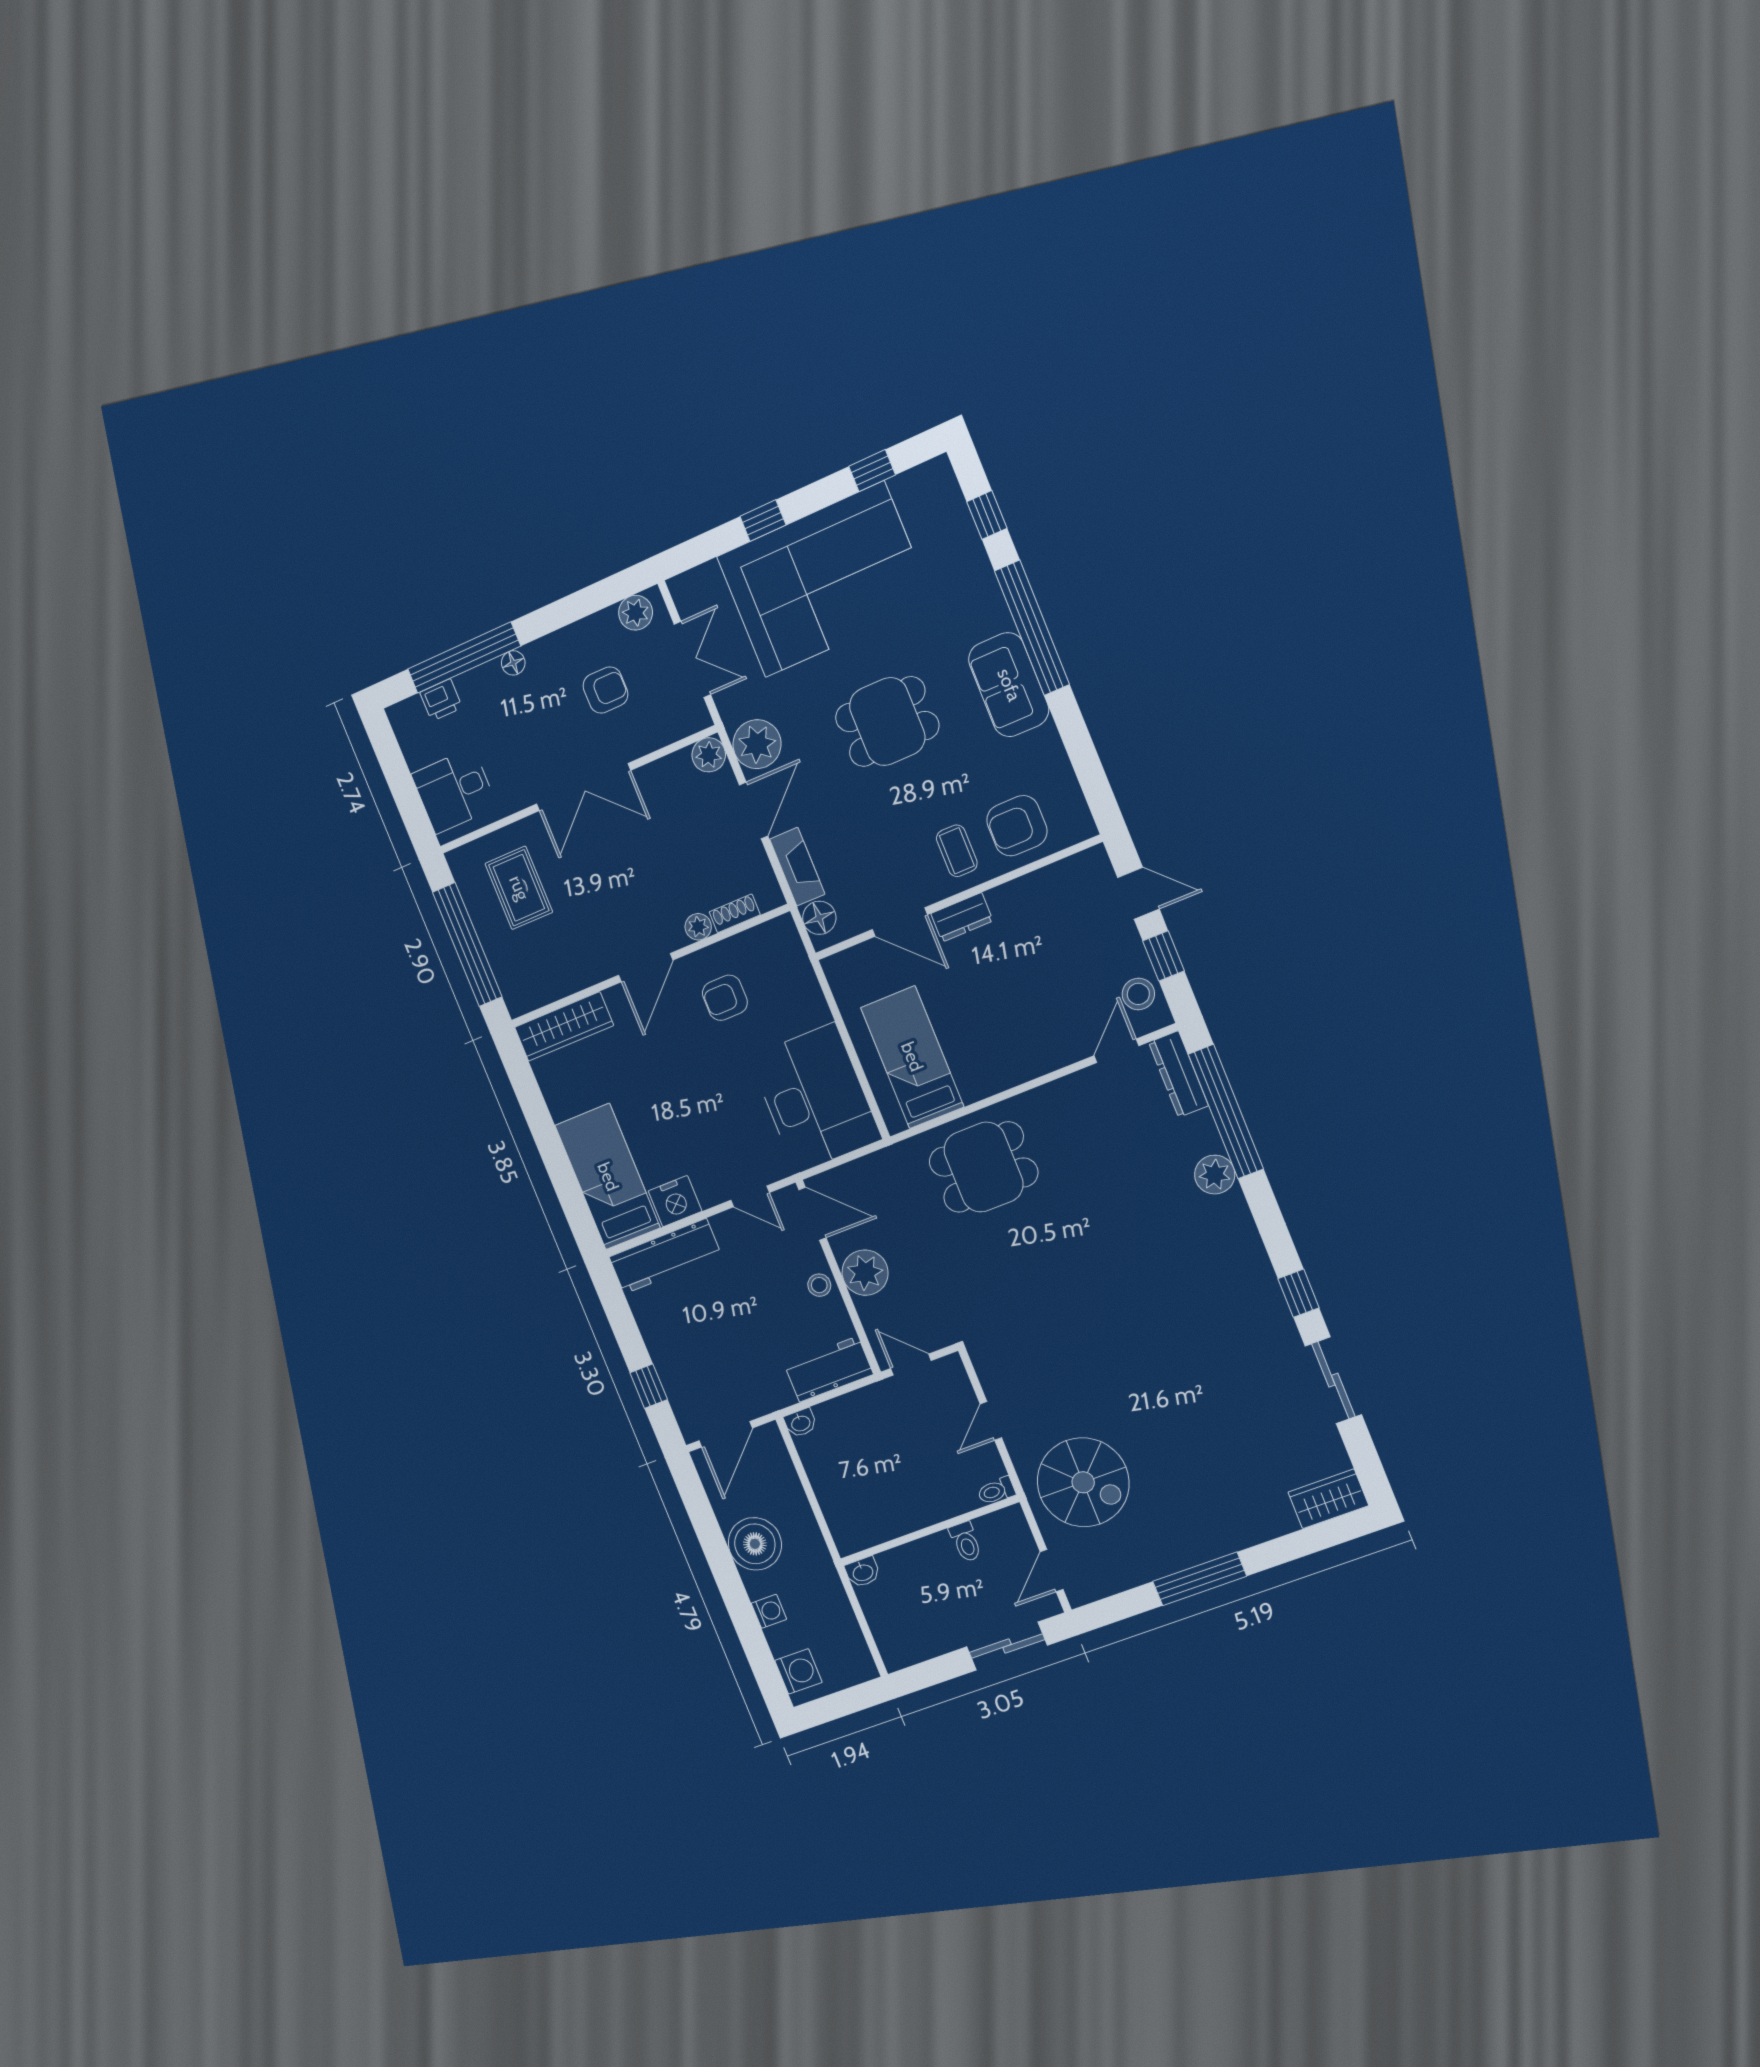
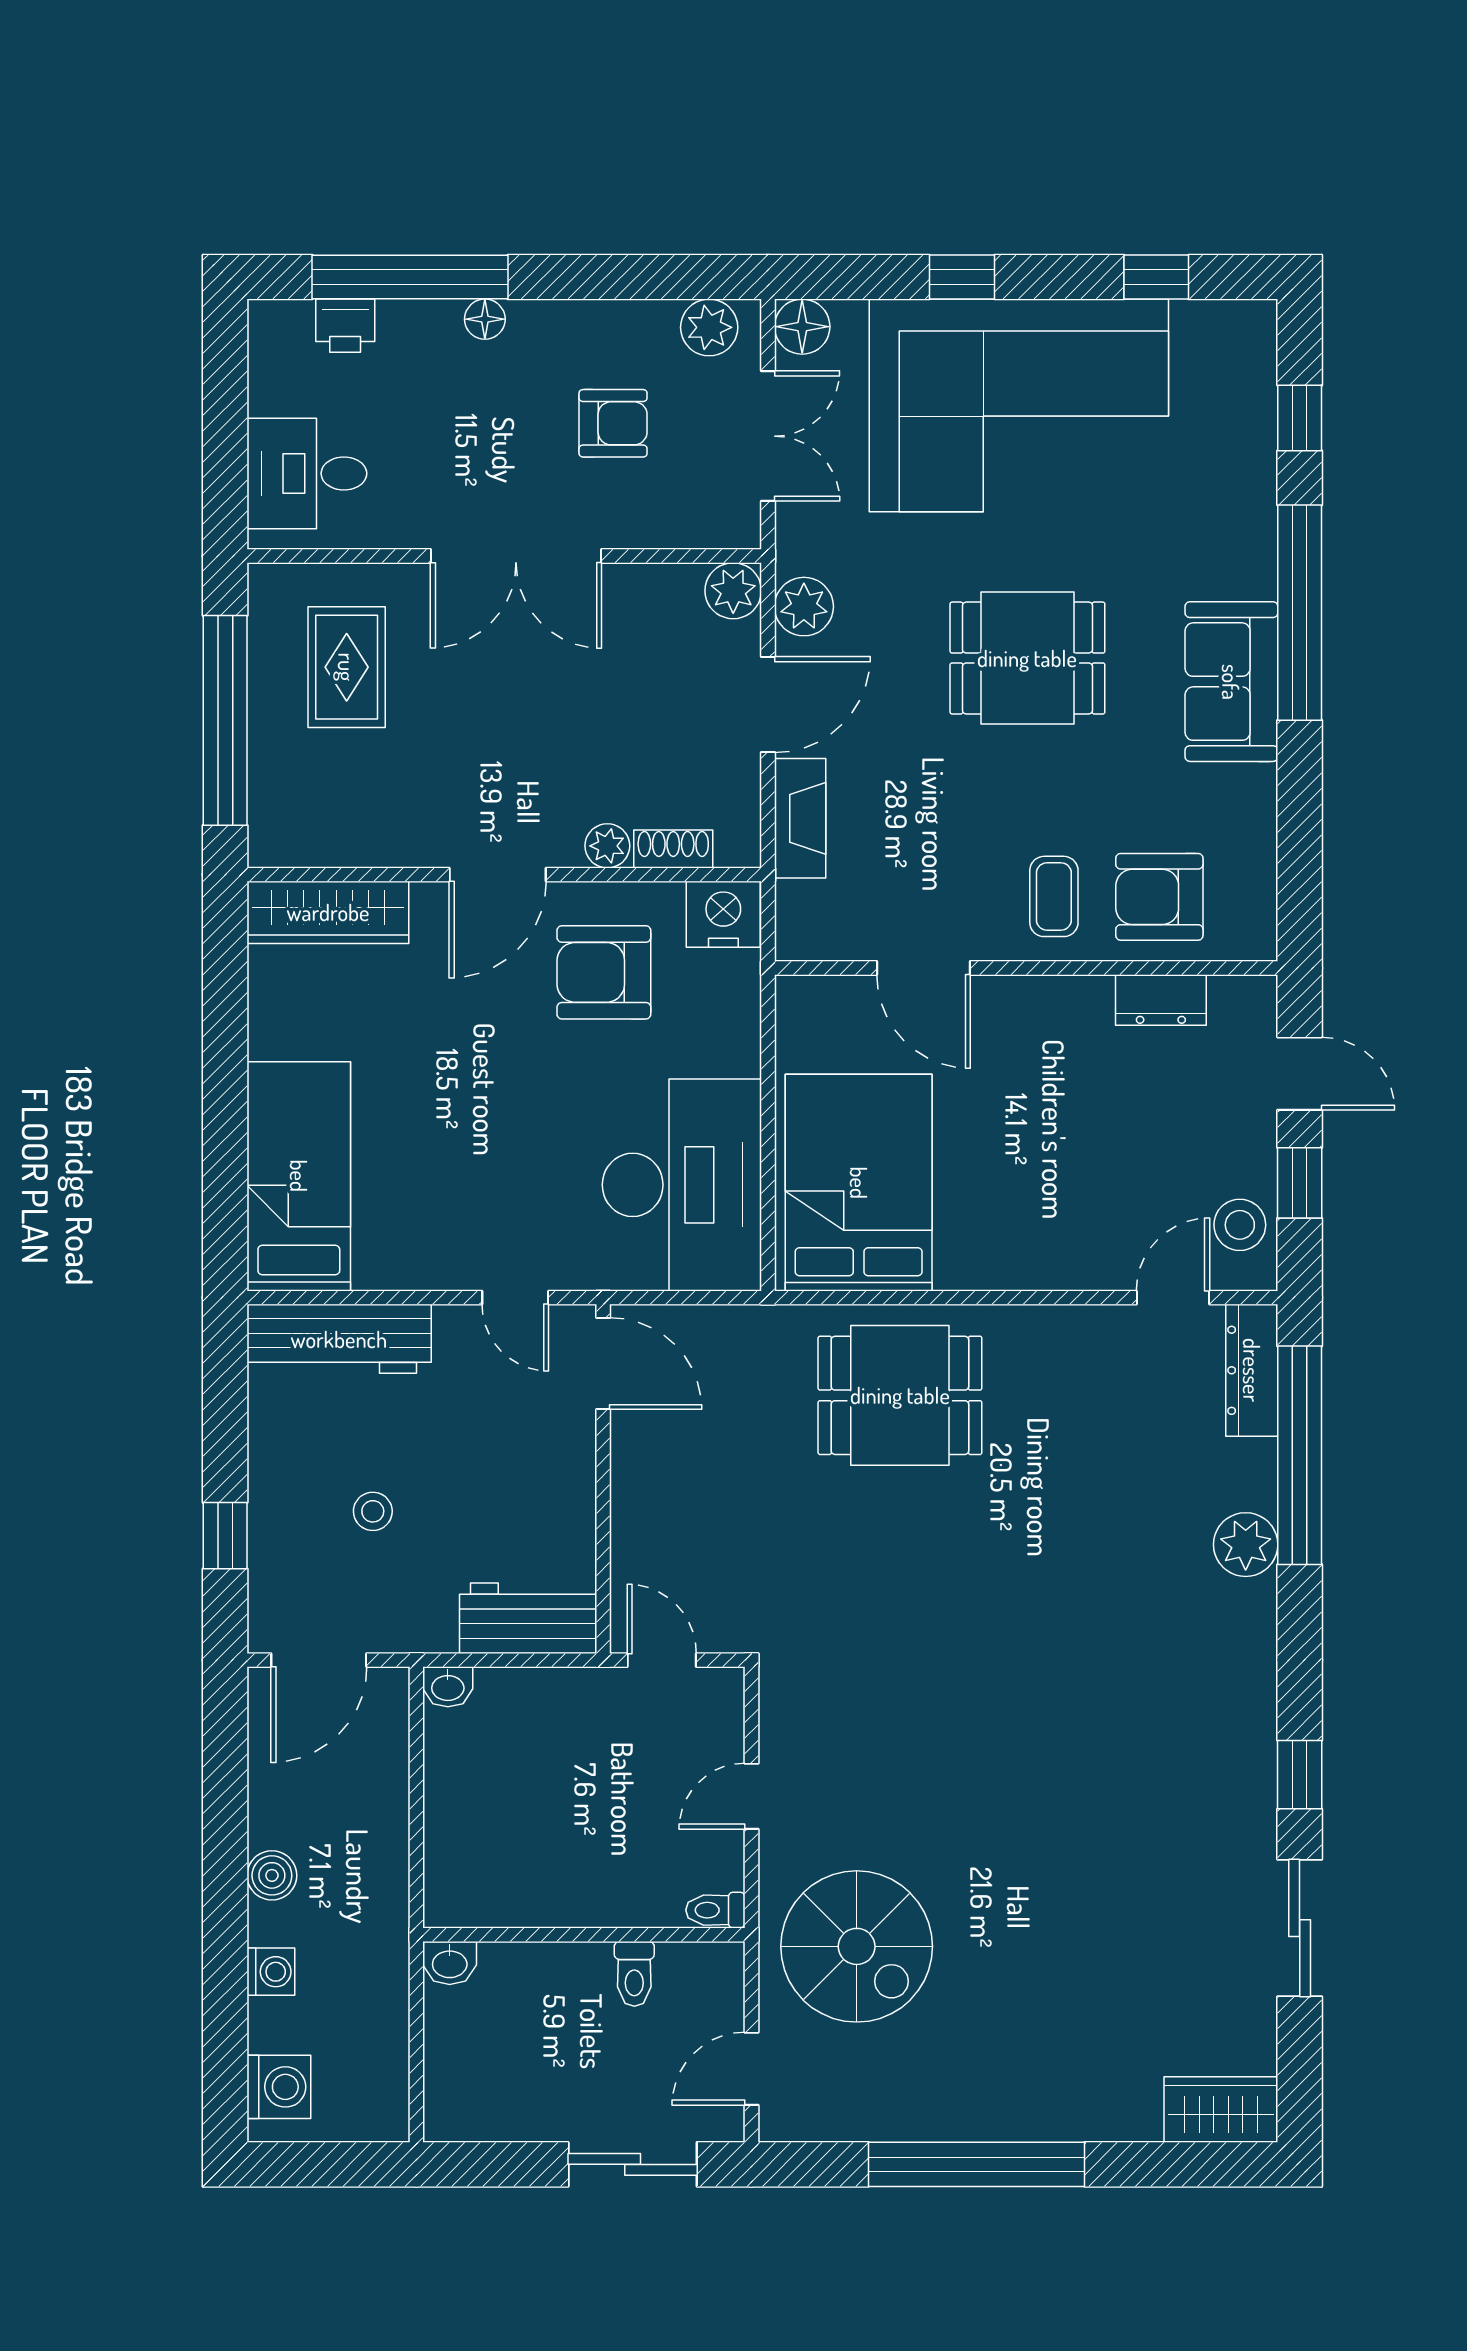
plant: (757, 744) -> (804, 607), width x0.73, depth x0.73
dresser: (962, 917) -> (1161, 1000), moved
floor lamp: (819, 918) -> (802, 327), moved
armchair: (725, 998) -> (604, 972), width x1.38, depth x1.38
bed: (912, 1057) -> (859, 1183), width x1.50
nightstand: (675, 1201) -> (723, 914), moved, turned 180
plant: (865, 1273) -> (648, 1488), removed
stool: (819, 1285) -> (373, 1511), moved
boiler: (755, 1544) -> (272, 1875), width x0.54, depth x0.54
window: (1200, 1579) -> (976, 2164), width x1.46

